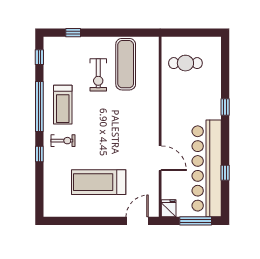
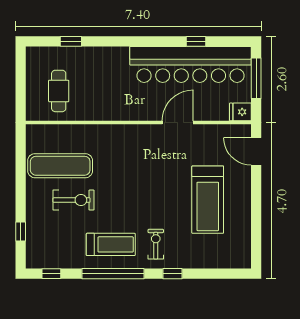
window: (225, 107) -> (71, 41), moved

